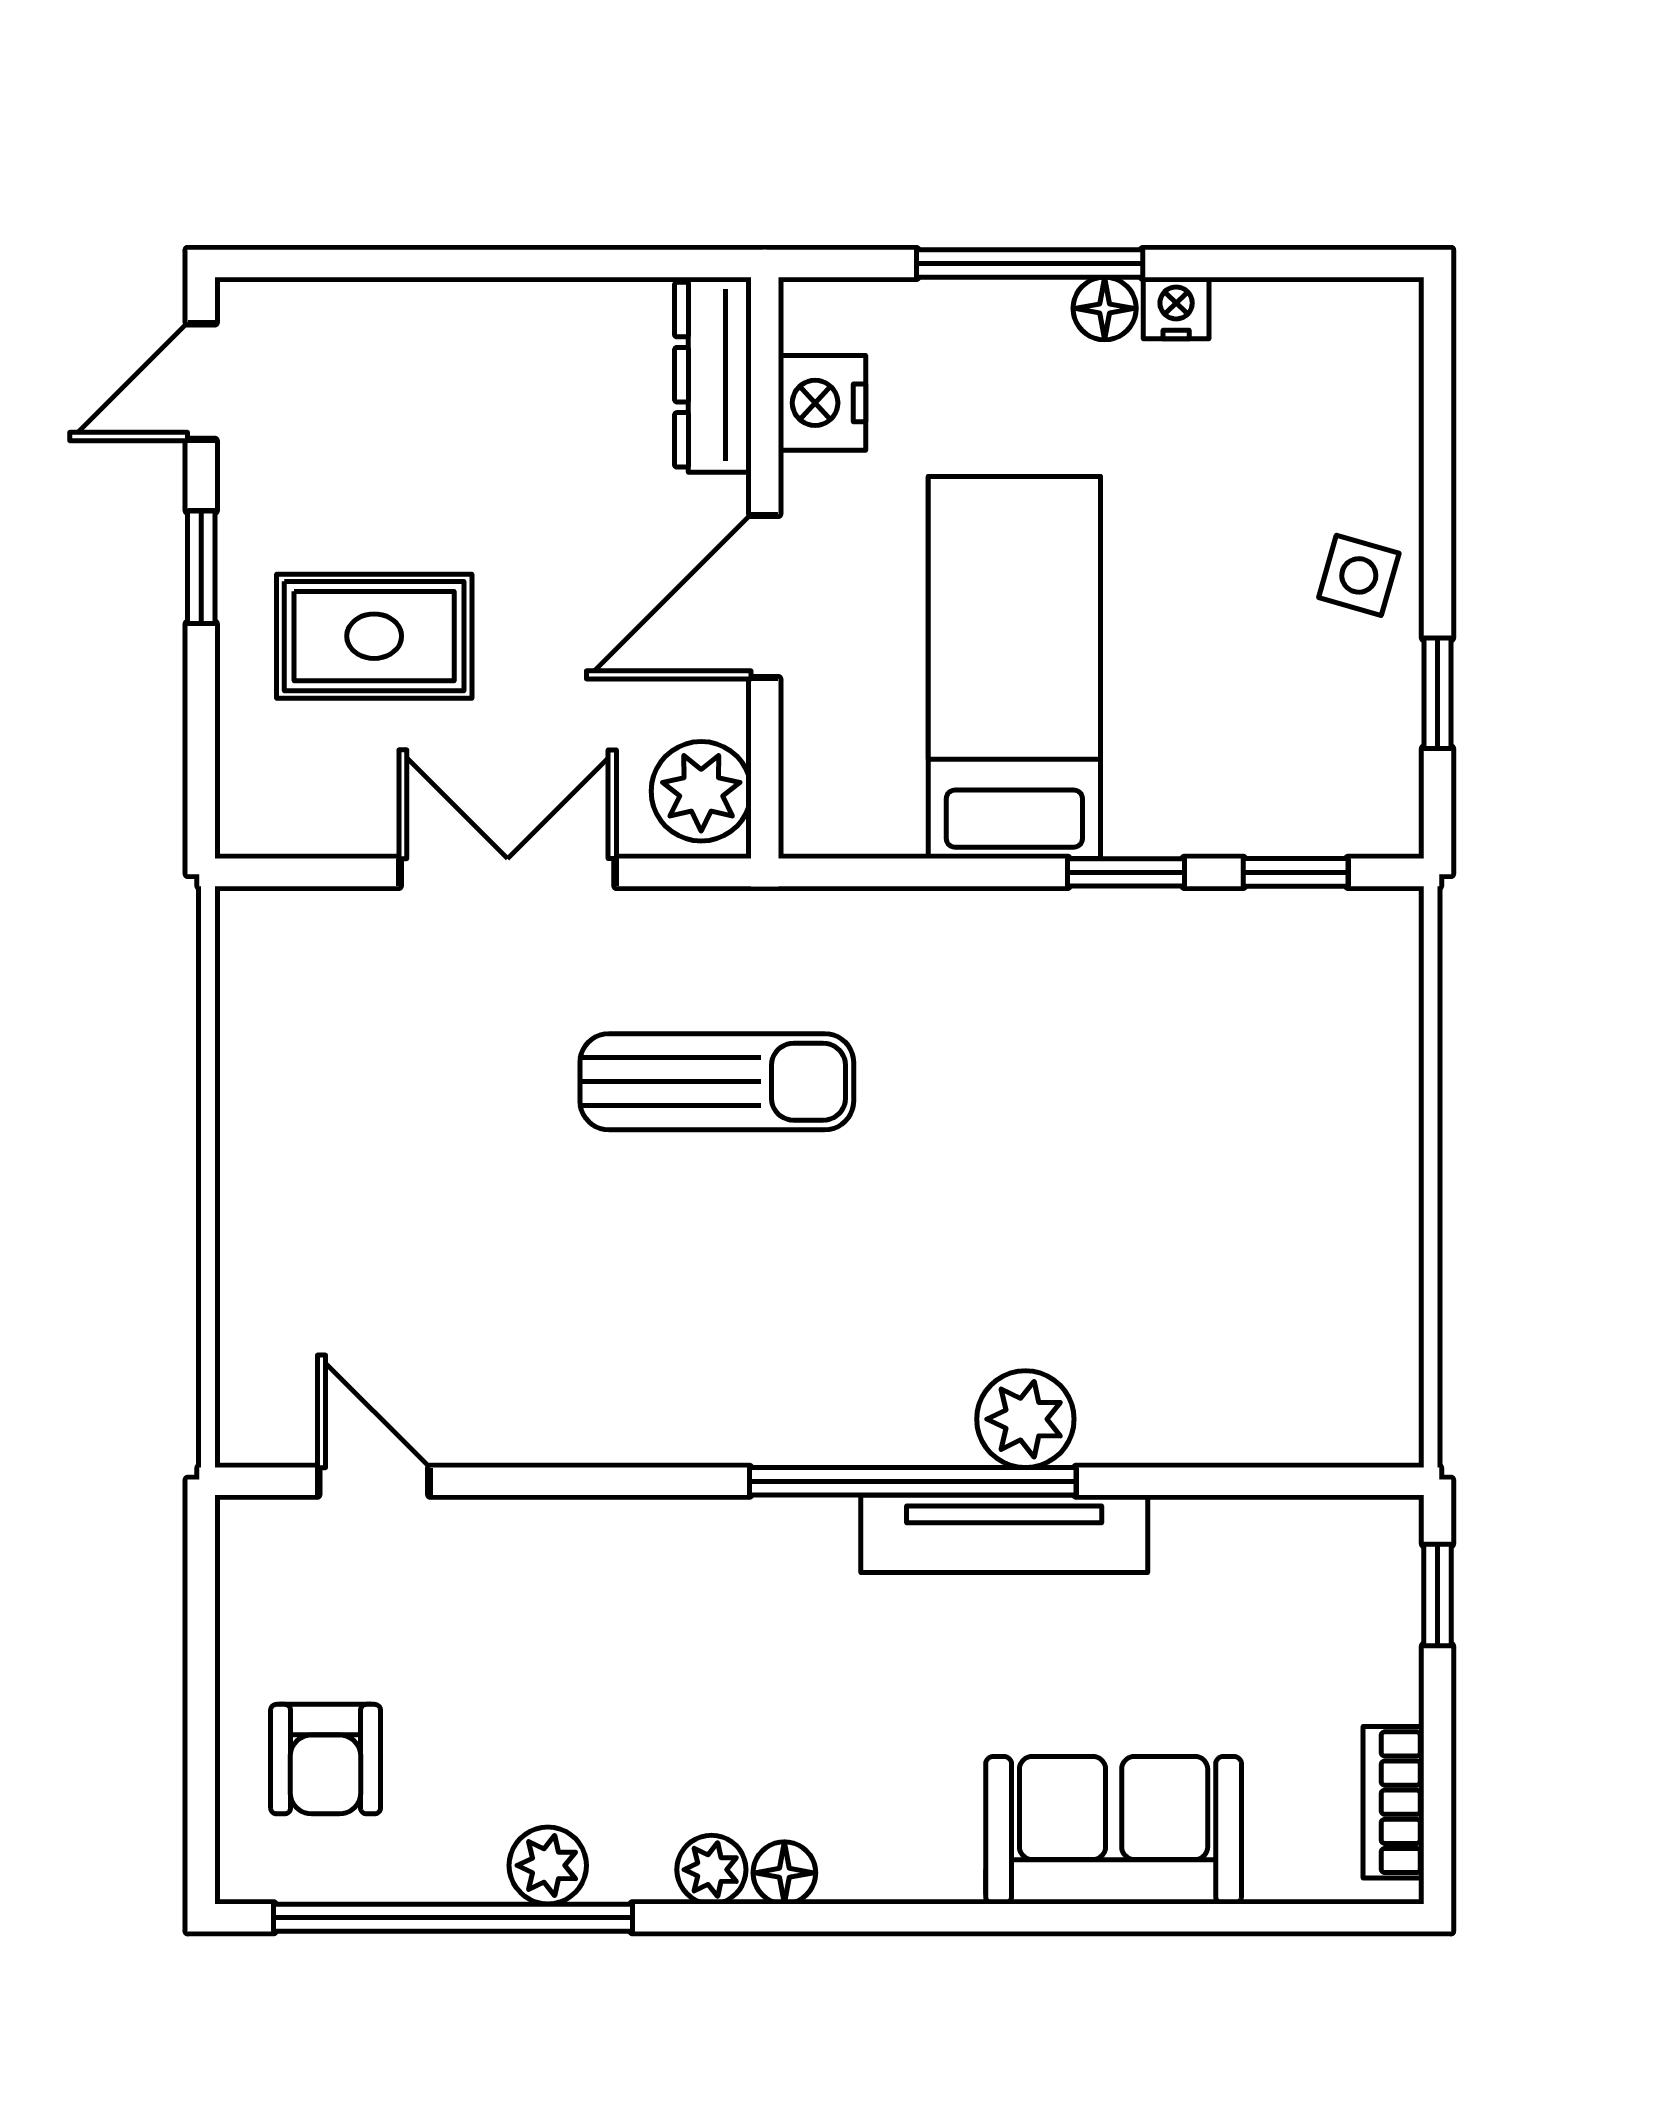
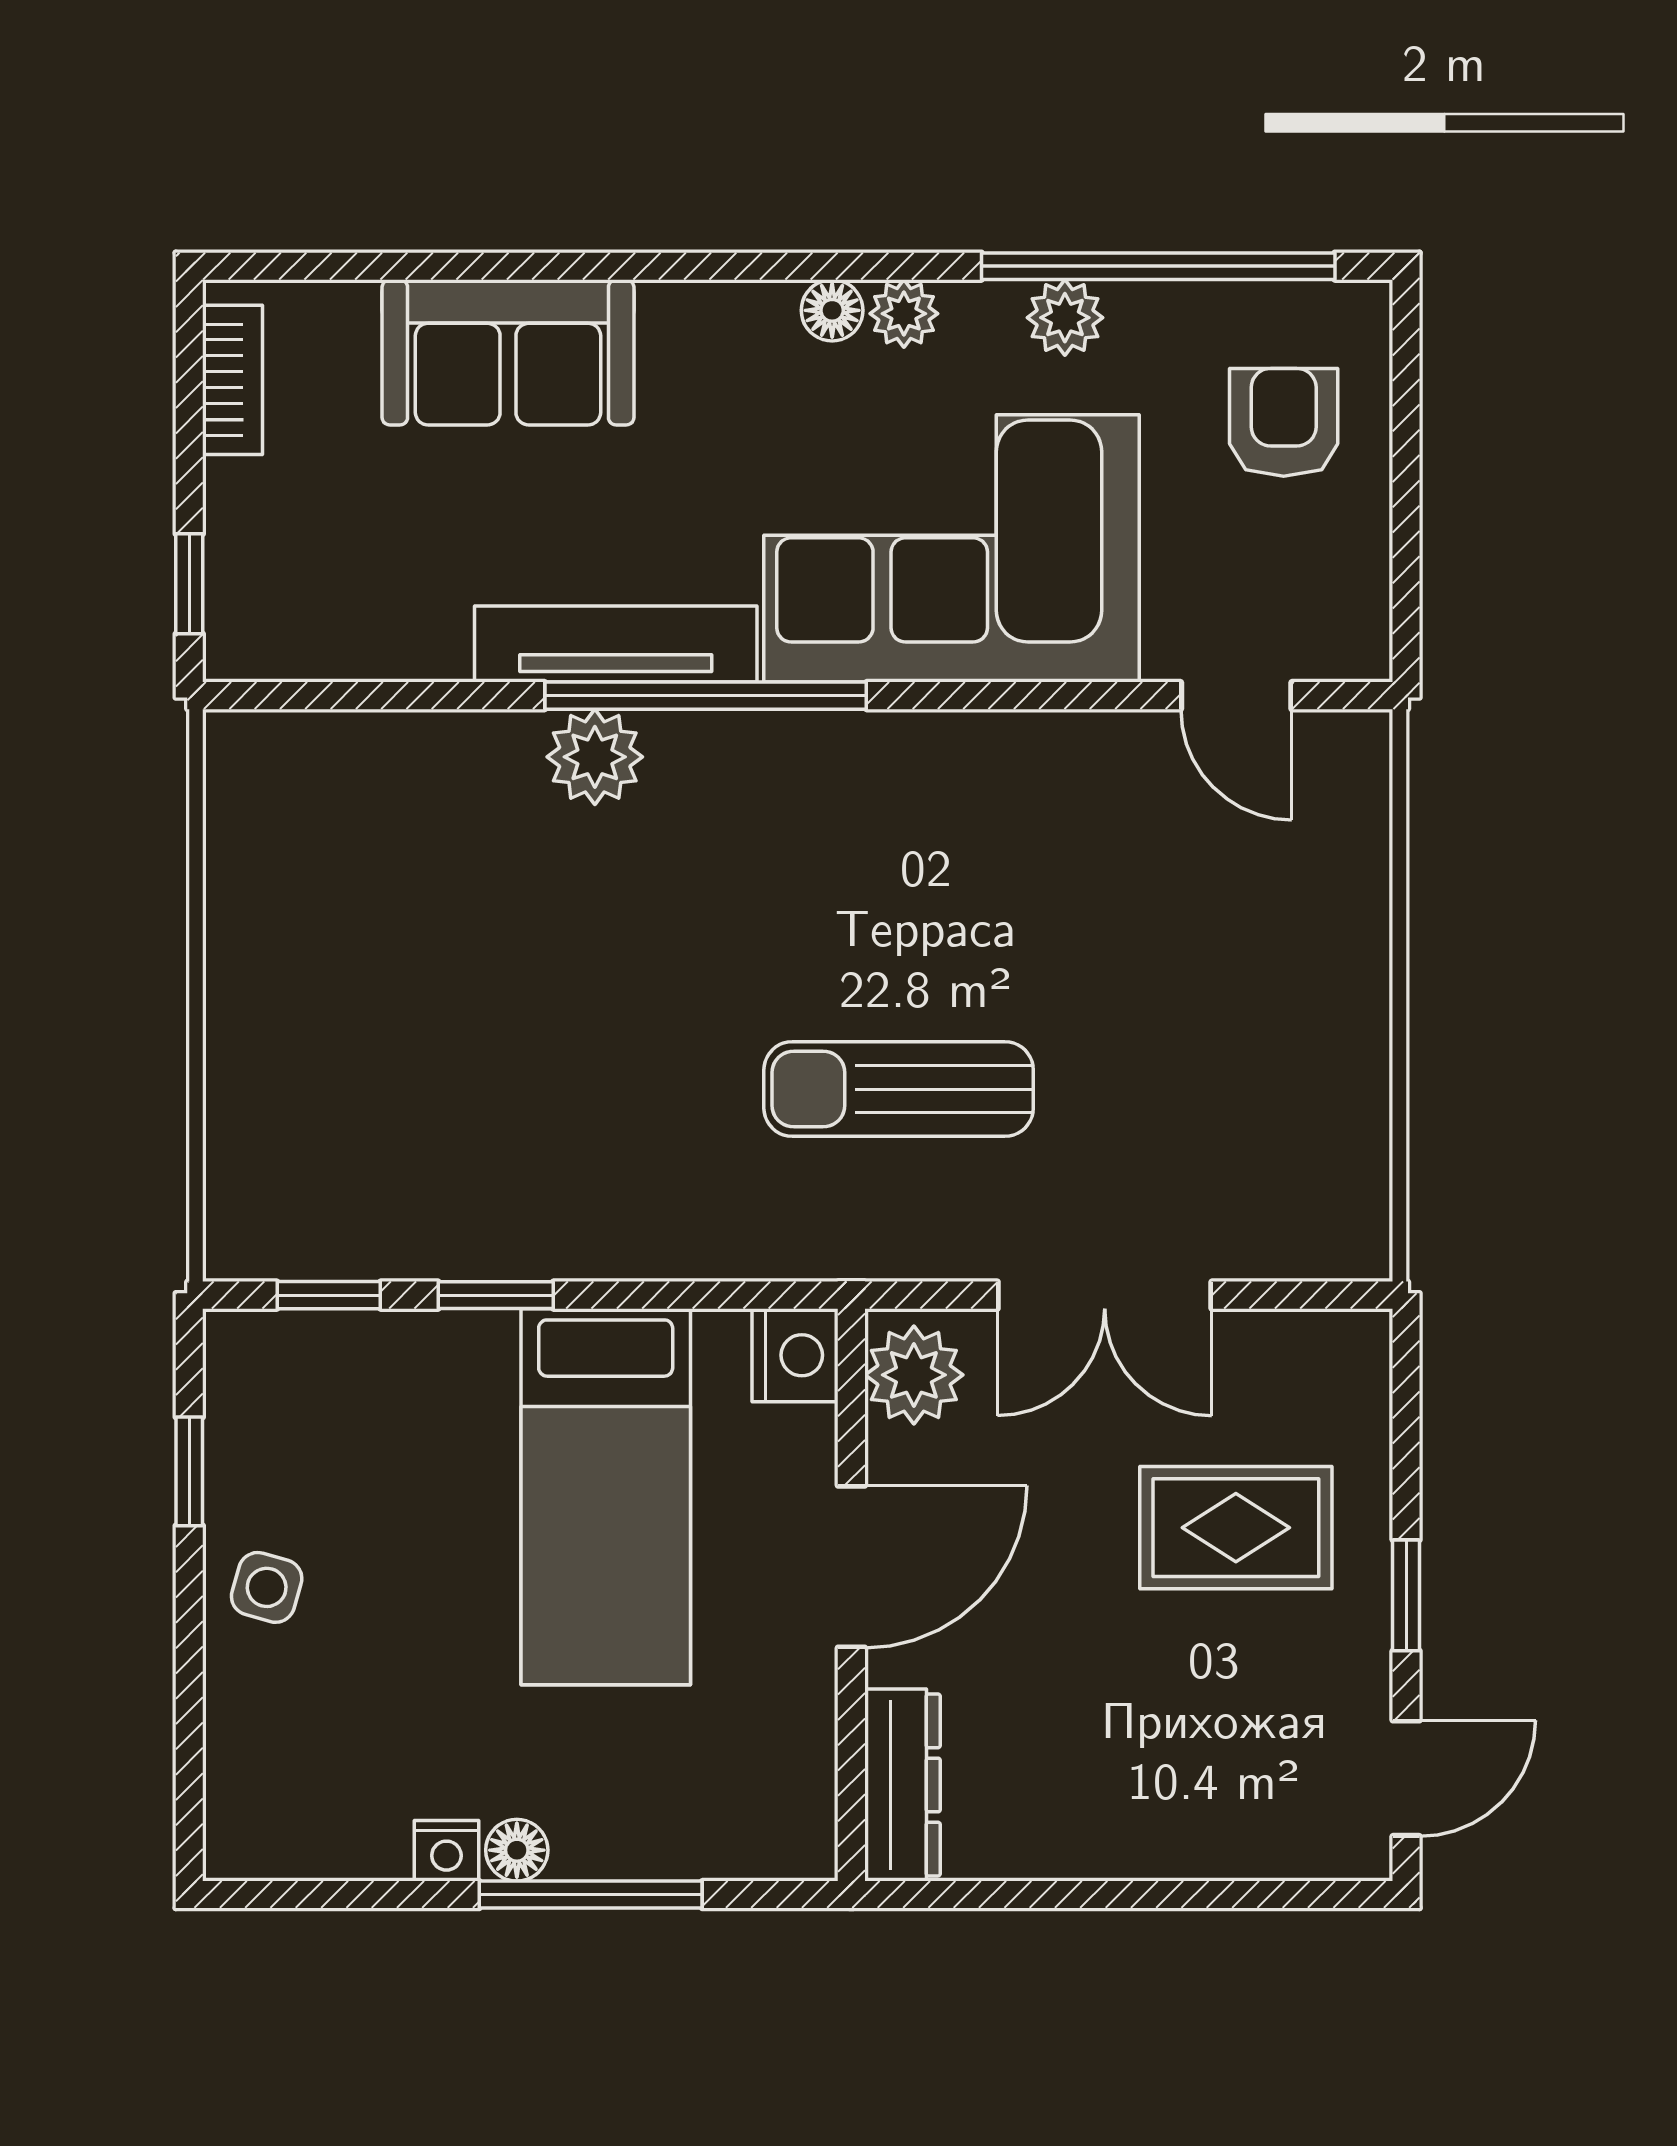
nightstand: (822, 403) -> (795, 1355), moved
corner sofa: (663, 1631) -> (951, 548), added

